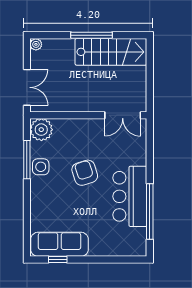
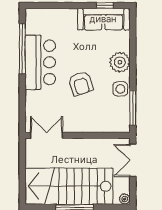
stairs: (111, 52) -> (69, 186), width x1.36, depth x1.51
plant: (41, 130) -> (120, 62), moved
window: (27, 160) -> (133, 108), moved

